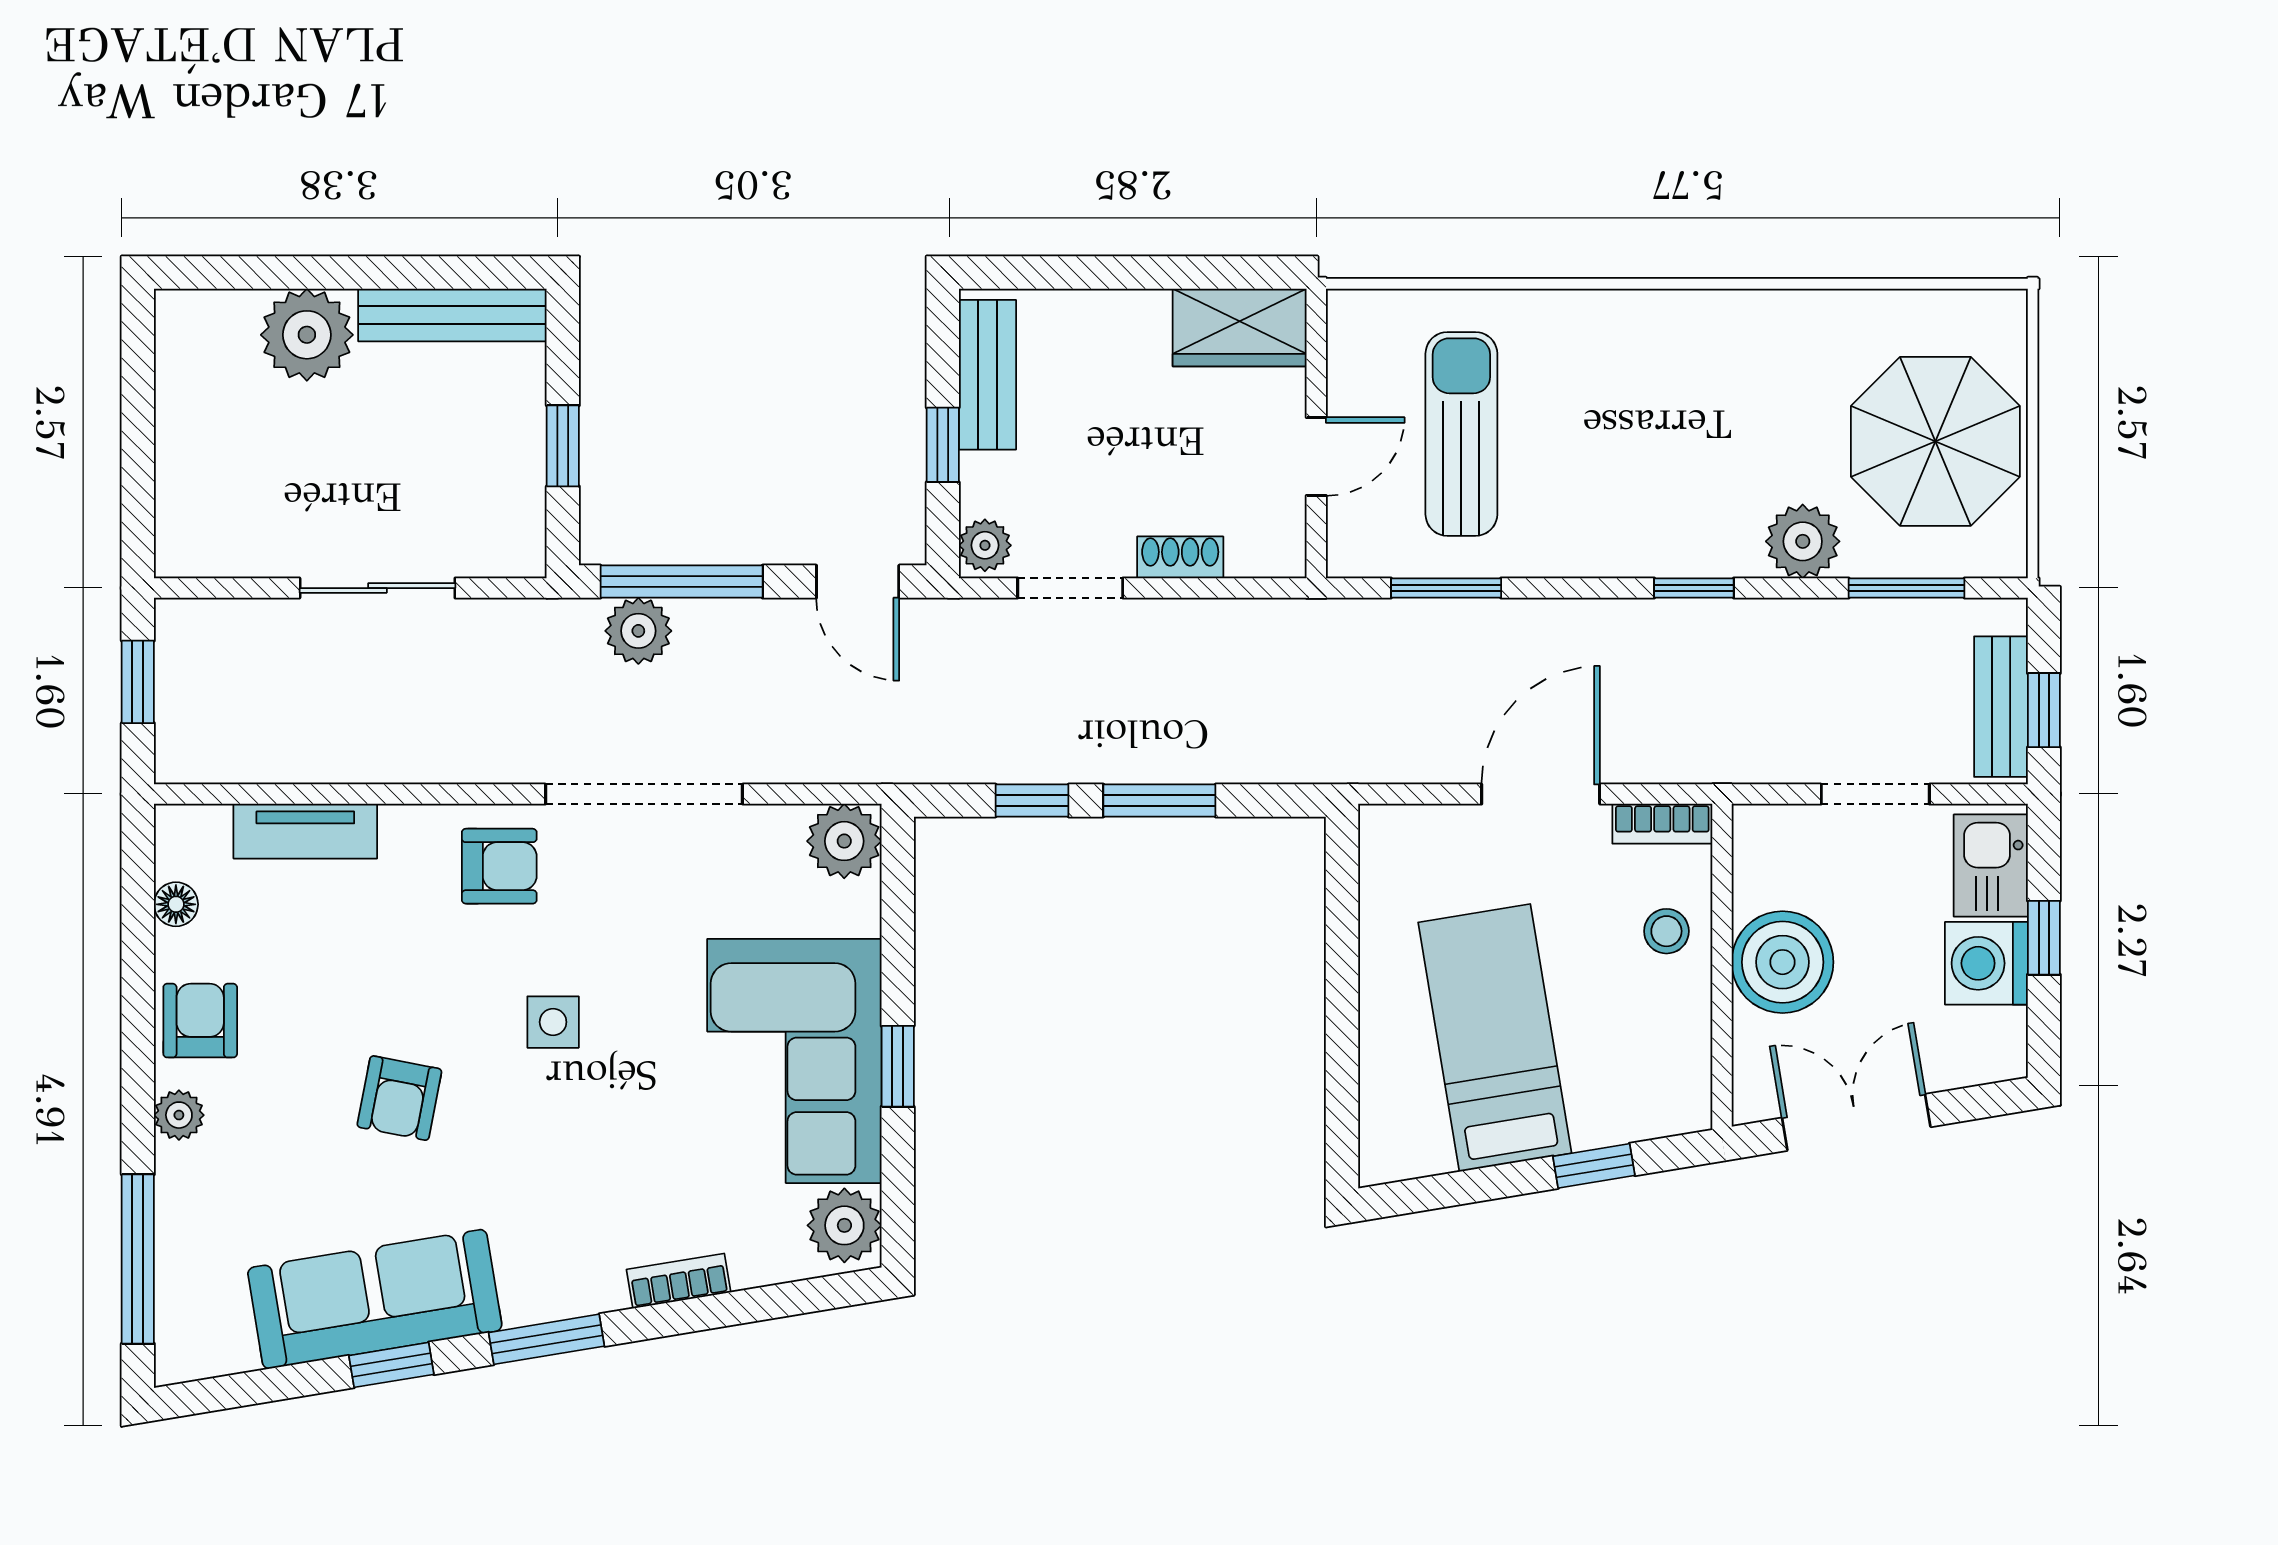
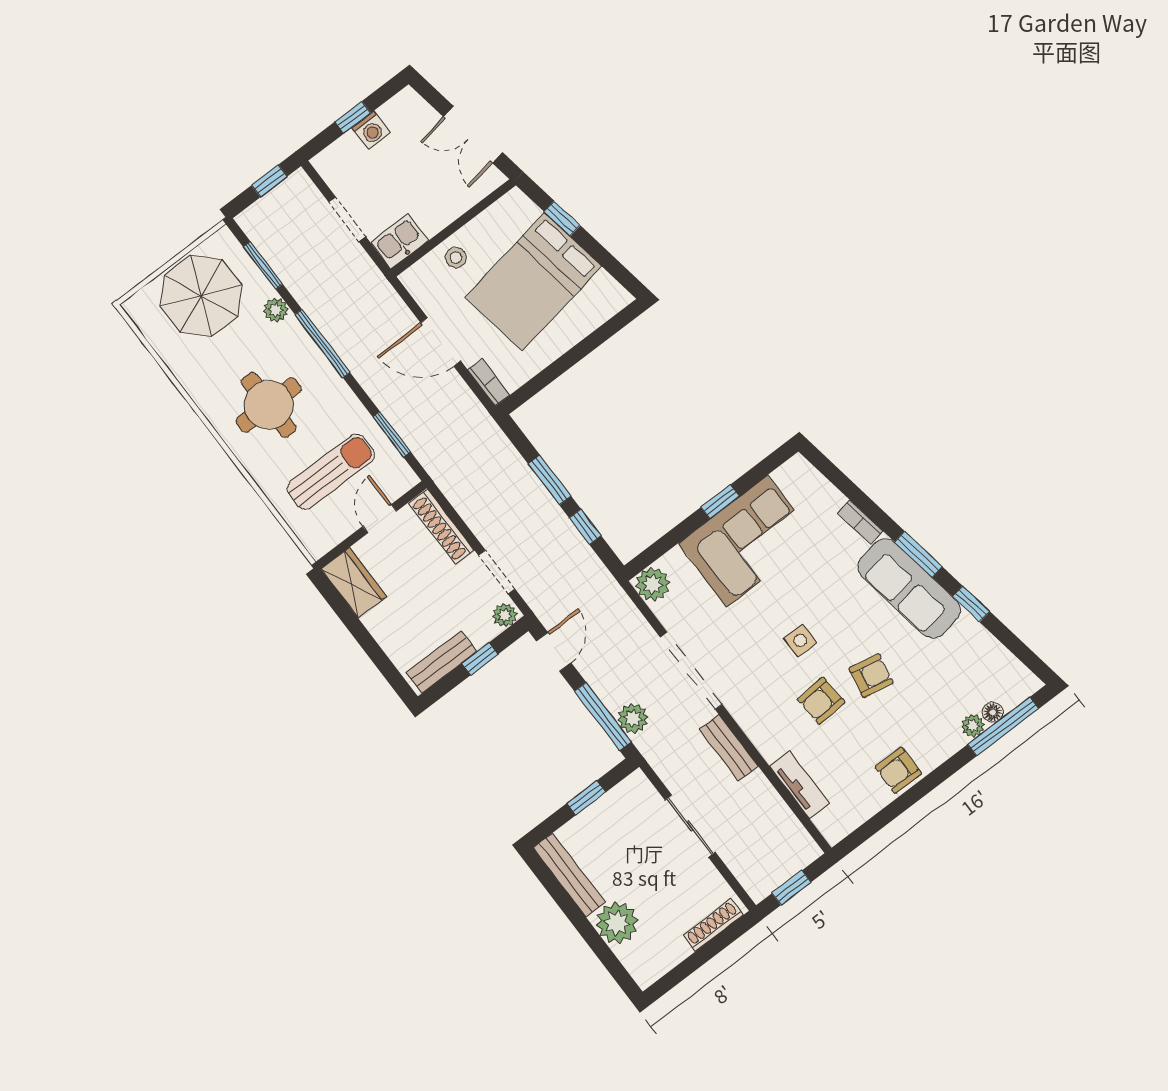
round table: (1658, 414) -> (269, 405), added
sun lounger: (1461, 434) -> (331, 472), turned 180
door: (1316, 457) -> (380, 519), hinge flipped
shoe rack: (176, 498) -> (713, 925), added
plant: (1803, 541) -> (276, 310), width x0.73, depth x0.73
shoe rack: (1180, 557) -> (441, 527), width x1.94, depth x1.24
window: (1694, 588) -> (322, 343), width x2.17
bench: (2001, 707) -> (729, 748), moved, turned 90
bookcase: (1662, 824) -> (489, 382), moved
armchair: (499, 866) -> (821, 701), moved, turned -94
kitchen sink: (1991, 866) -> (399, 241), moved, turned 180
floor lamp: (176, 904) -> (993, 712), moved
boiler: (1783, 962) -> (435, 206), removed
washing machine: (1986, 963) -> (371, 130), width x0.73, depth x0.73
bed: (1495, 1038) -> (533, 282), width x1.50
plant: (179, 1115) -> (973, 726), moved
plant: (844, 1225) -> (793, 477), removed
sofa: (375, 1299) -> (909, 588), moved

